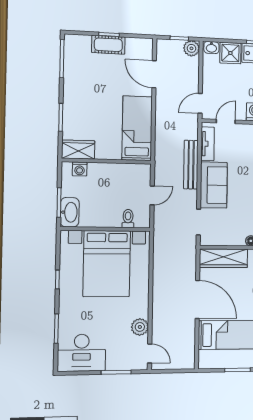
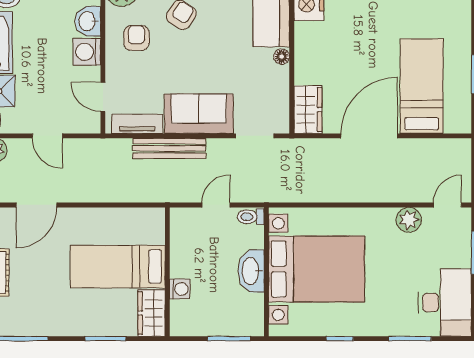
door: (200, 103) -> (47, 136), moved
bed: (137, 128) -> (118, 267), moved
washing machine: (80, 169) -> (180, 289), moved
door: (152, 195) -> (216, 205), hinge flipped
washbasin: (70, 212) -> (251, 271), moved, turned -90
toilet: (128, 219) -> (251, 217), moved
wardrobe: (223, 258) -> (308, 110), width x0.67

